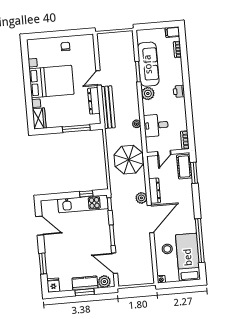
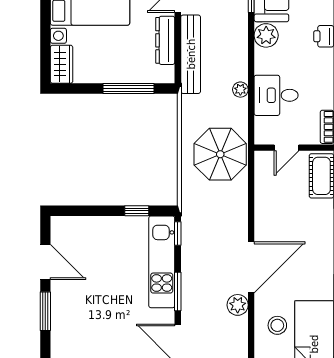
dresser: (155, 191) -> (263, 216), removed
plant: (141, 198) -> (238, 305), moved
kitchen unit: (83, 204) -> (162, 262), moved, turned 90
window: (43, 263) -> (45, 311), moved

